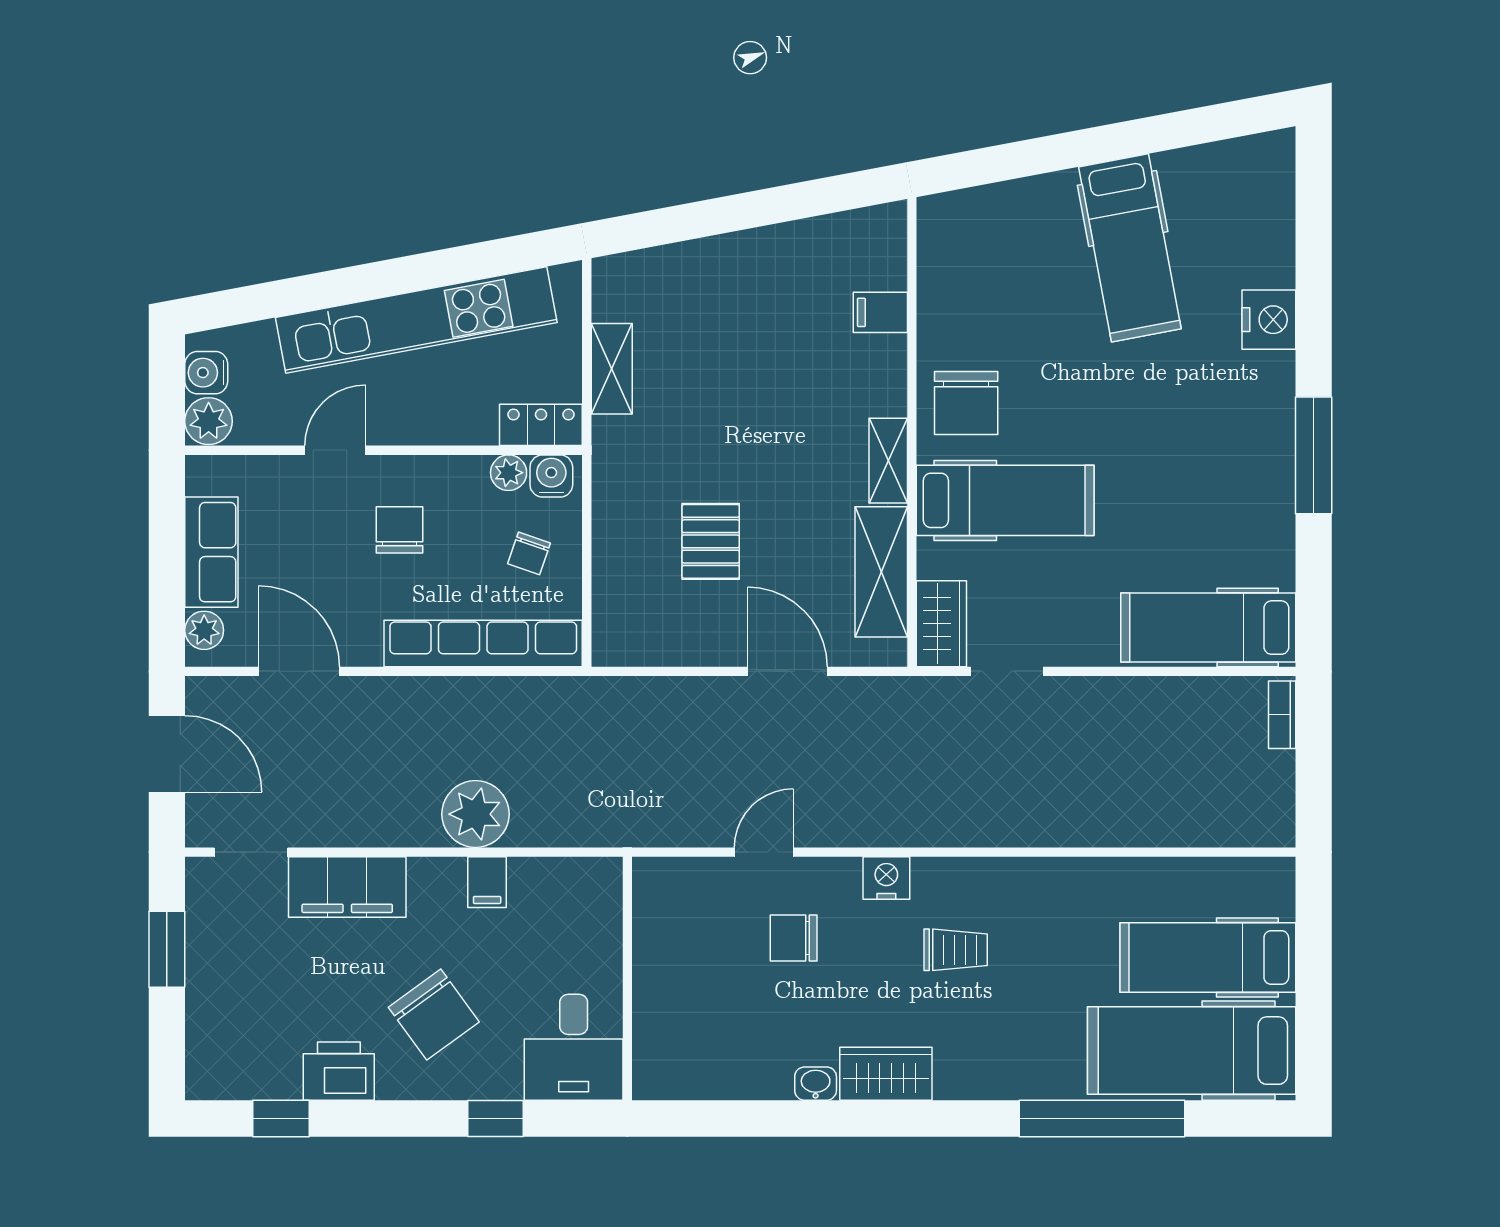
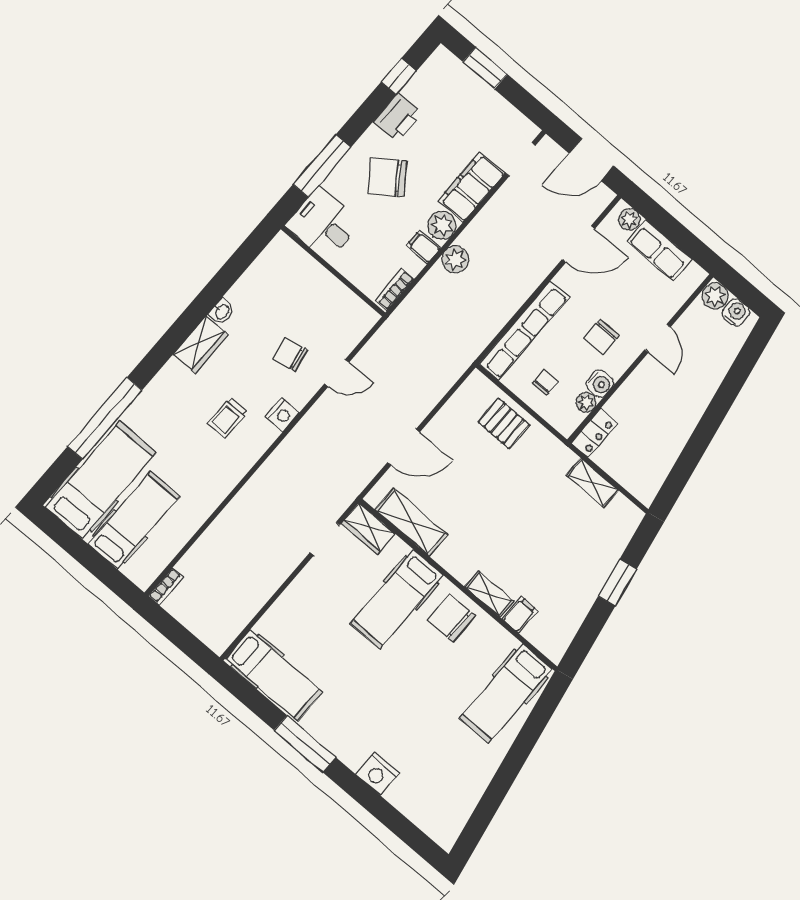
window: (720, 216) -> (617, 583), added
hospital bed: (1130, 248) -> (506, 693), moved, turned -79
kitchen unit: (416, 320) -> (683, 419), removed
shelving: (888, 461) -> (489, 594), moved
water cooler: (551, 476) -> (600, 383), moved
chair: (399, 530) -> (601, 337), turned 90
pallet: (711, 541) -> (504, 423), moved
chair: (529, 553) -> (545, 382), turned 71
hospital bed: (1208, 628) -> (274, 675), moved, turned 90
bookcase: (1282, 715) -> (166, 587), moved, turned 90
plant: (475, 814) -> (455, 260), width x0.73, depth x0.73
door: (764, 852) -> (337, 373), hinge flipped
bookcase: (580, 872) -> (394, 289), added
plant: (435, 882) -> (442, 225), added
chair: (794, 938) -> (290, 355), turned -101
window: (167, 949) -> (485, 68), moved
window: (495, 1118) -> (322, 166), width x2.17

